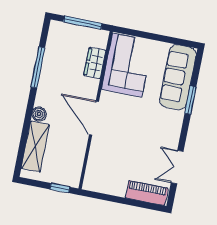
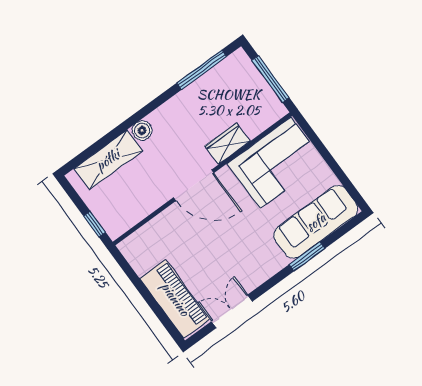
wardrobe: (95, 63) -> (227, 144), moved
window: (38, 67) -> (202, 70), moved
door: (94, 118) -> (194, 185), swing flipped
piano: (147, 193) -> (175, 299), width x1.37, depth x1.33

